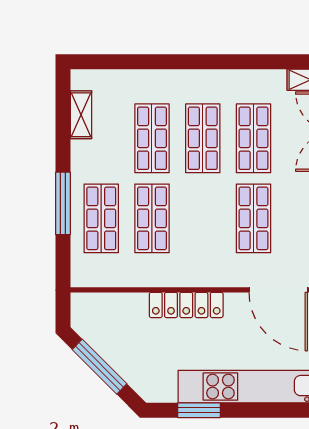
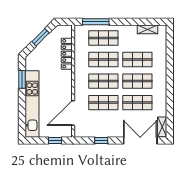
window: (63, 203) -> (96, 22), moved
shop shelf: (203, 218) -> (103, 81), added
locker: (186, 305) -> (67, 54), moved
window: (100, 367) -> (41, 37), width x0.69

